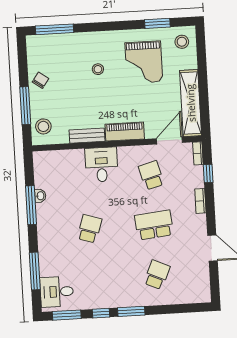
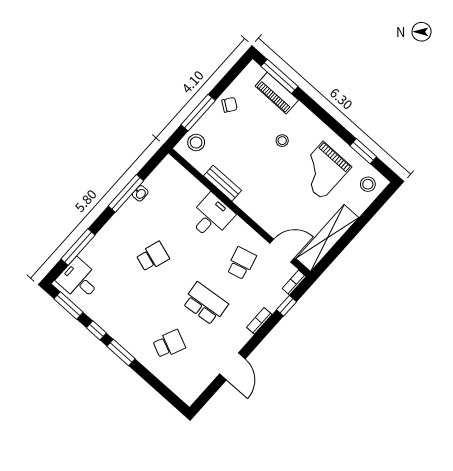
piano: (125, 132) -> (277, 93), moved, turned 180

